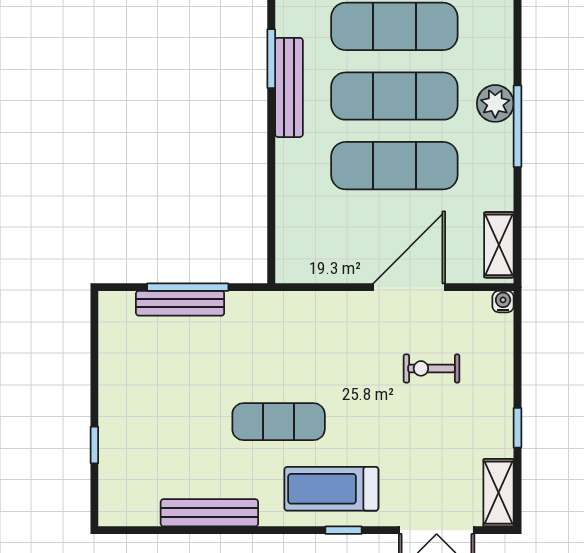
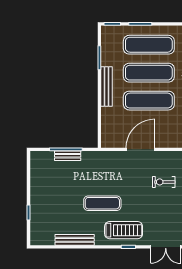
bench: (289, 87) -> (107, 87), moved
door: (409, 287) -> (141, 149), moved
bench: (180, 303) -> (68, 156), width x0.73
treadmill: (331, 489) -> (124, 230), turned 180

